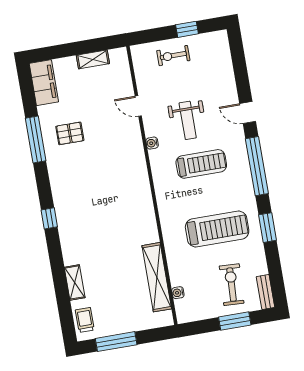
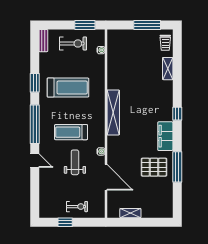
filing cabinet: (44, 83) -> (165, 136), moved
door: (138, 106) -> (106, 177), width x1.88
pallet: (70, 133) -> (154, 167), width x1.50, depth x1.42
treadmill: (217, 229) -> (68, 88), turned 180
shelving: (157, 277) -> (113, 112), moved
exercise bike: (232, 285) -> (73, 43), moved, turned -93
window: (235, 321) -> (85, 25), moved

